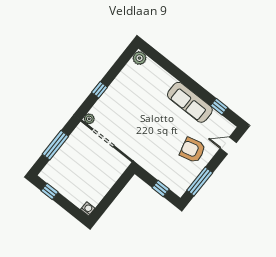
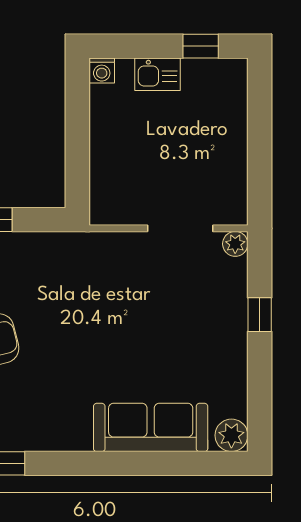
sofa: (190, 102) -> (151, 427), moved
window: (55, 145) -> (260, 143), removed
kitchen sink: (71, 193) -> (157, 74), added

